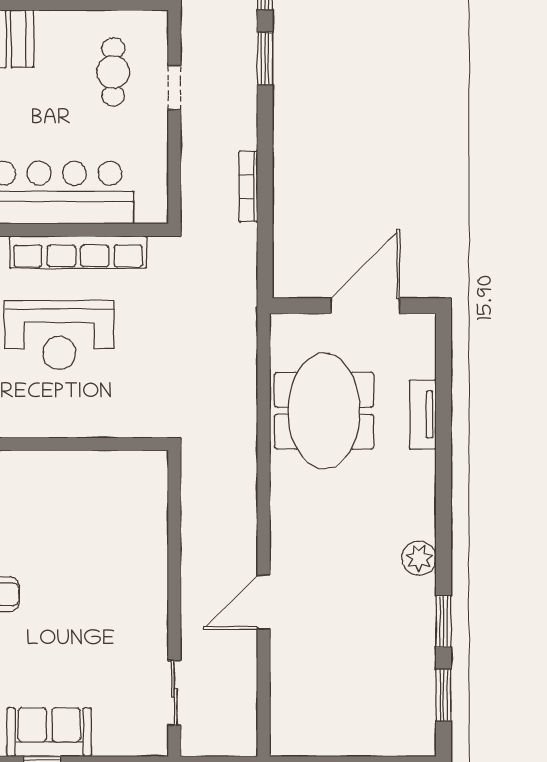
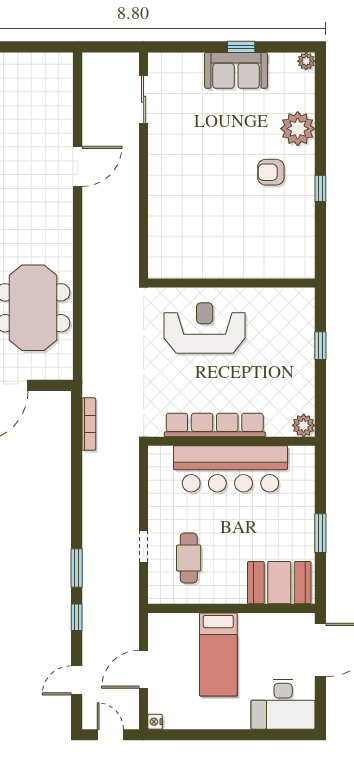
bookcase: (248, 186) -> (89, 424), moved
reception desk: (59, 335) -> (205, 328), moved

